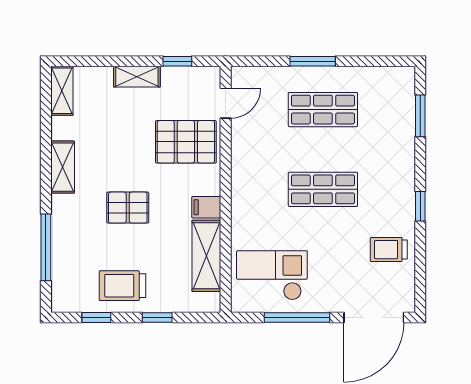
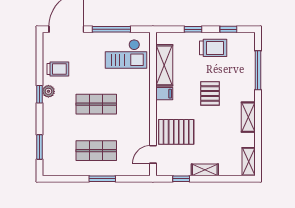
pallet: (128, 208) -> (210, 93), turned 90
plant: (405, 211) -> (48, 91), added

